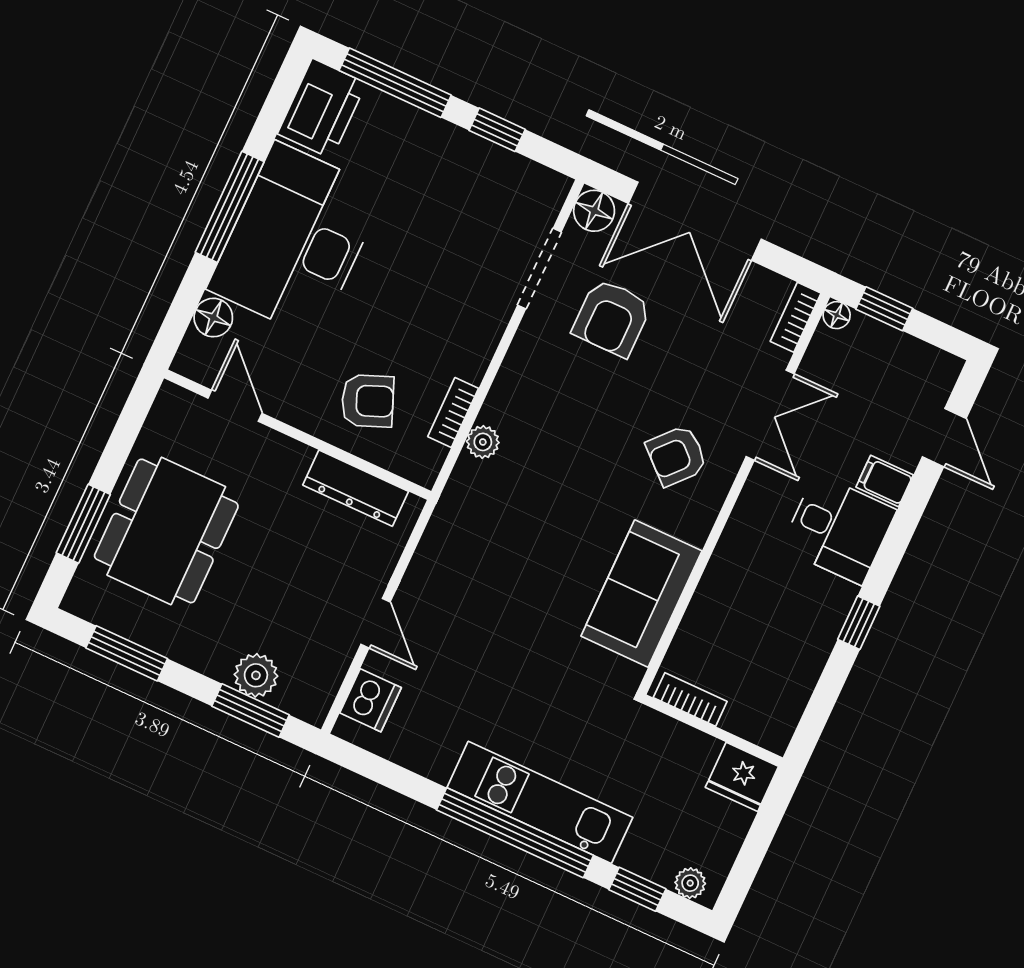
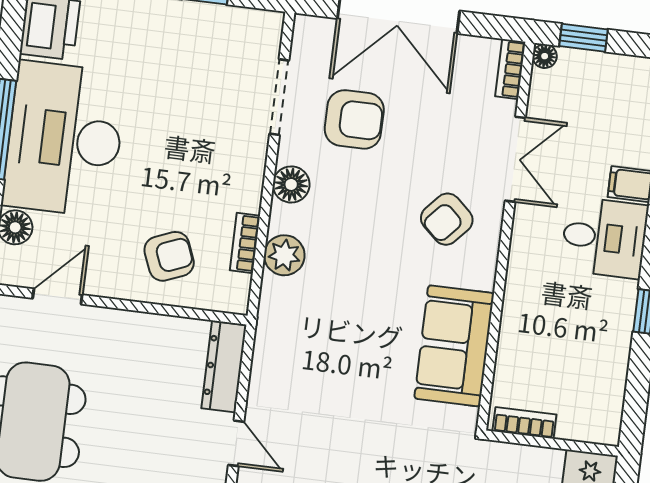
floor lamp: (594, 211) -> (291, 184), moved
armchair: (612, 318) -> (354, 119), turned -90
door: (235, 406) -> (57, 297), hinge flipped
plant: (483, 442) -> (284, 255), width x1.38, depth x1.38
dresser: (356, 488) -> (224, 367), moved, turned 90

